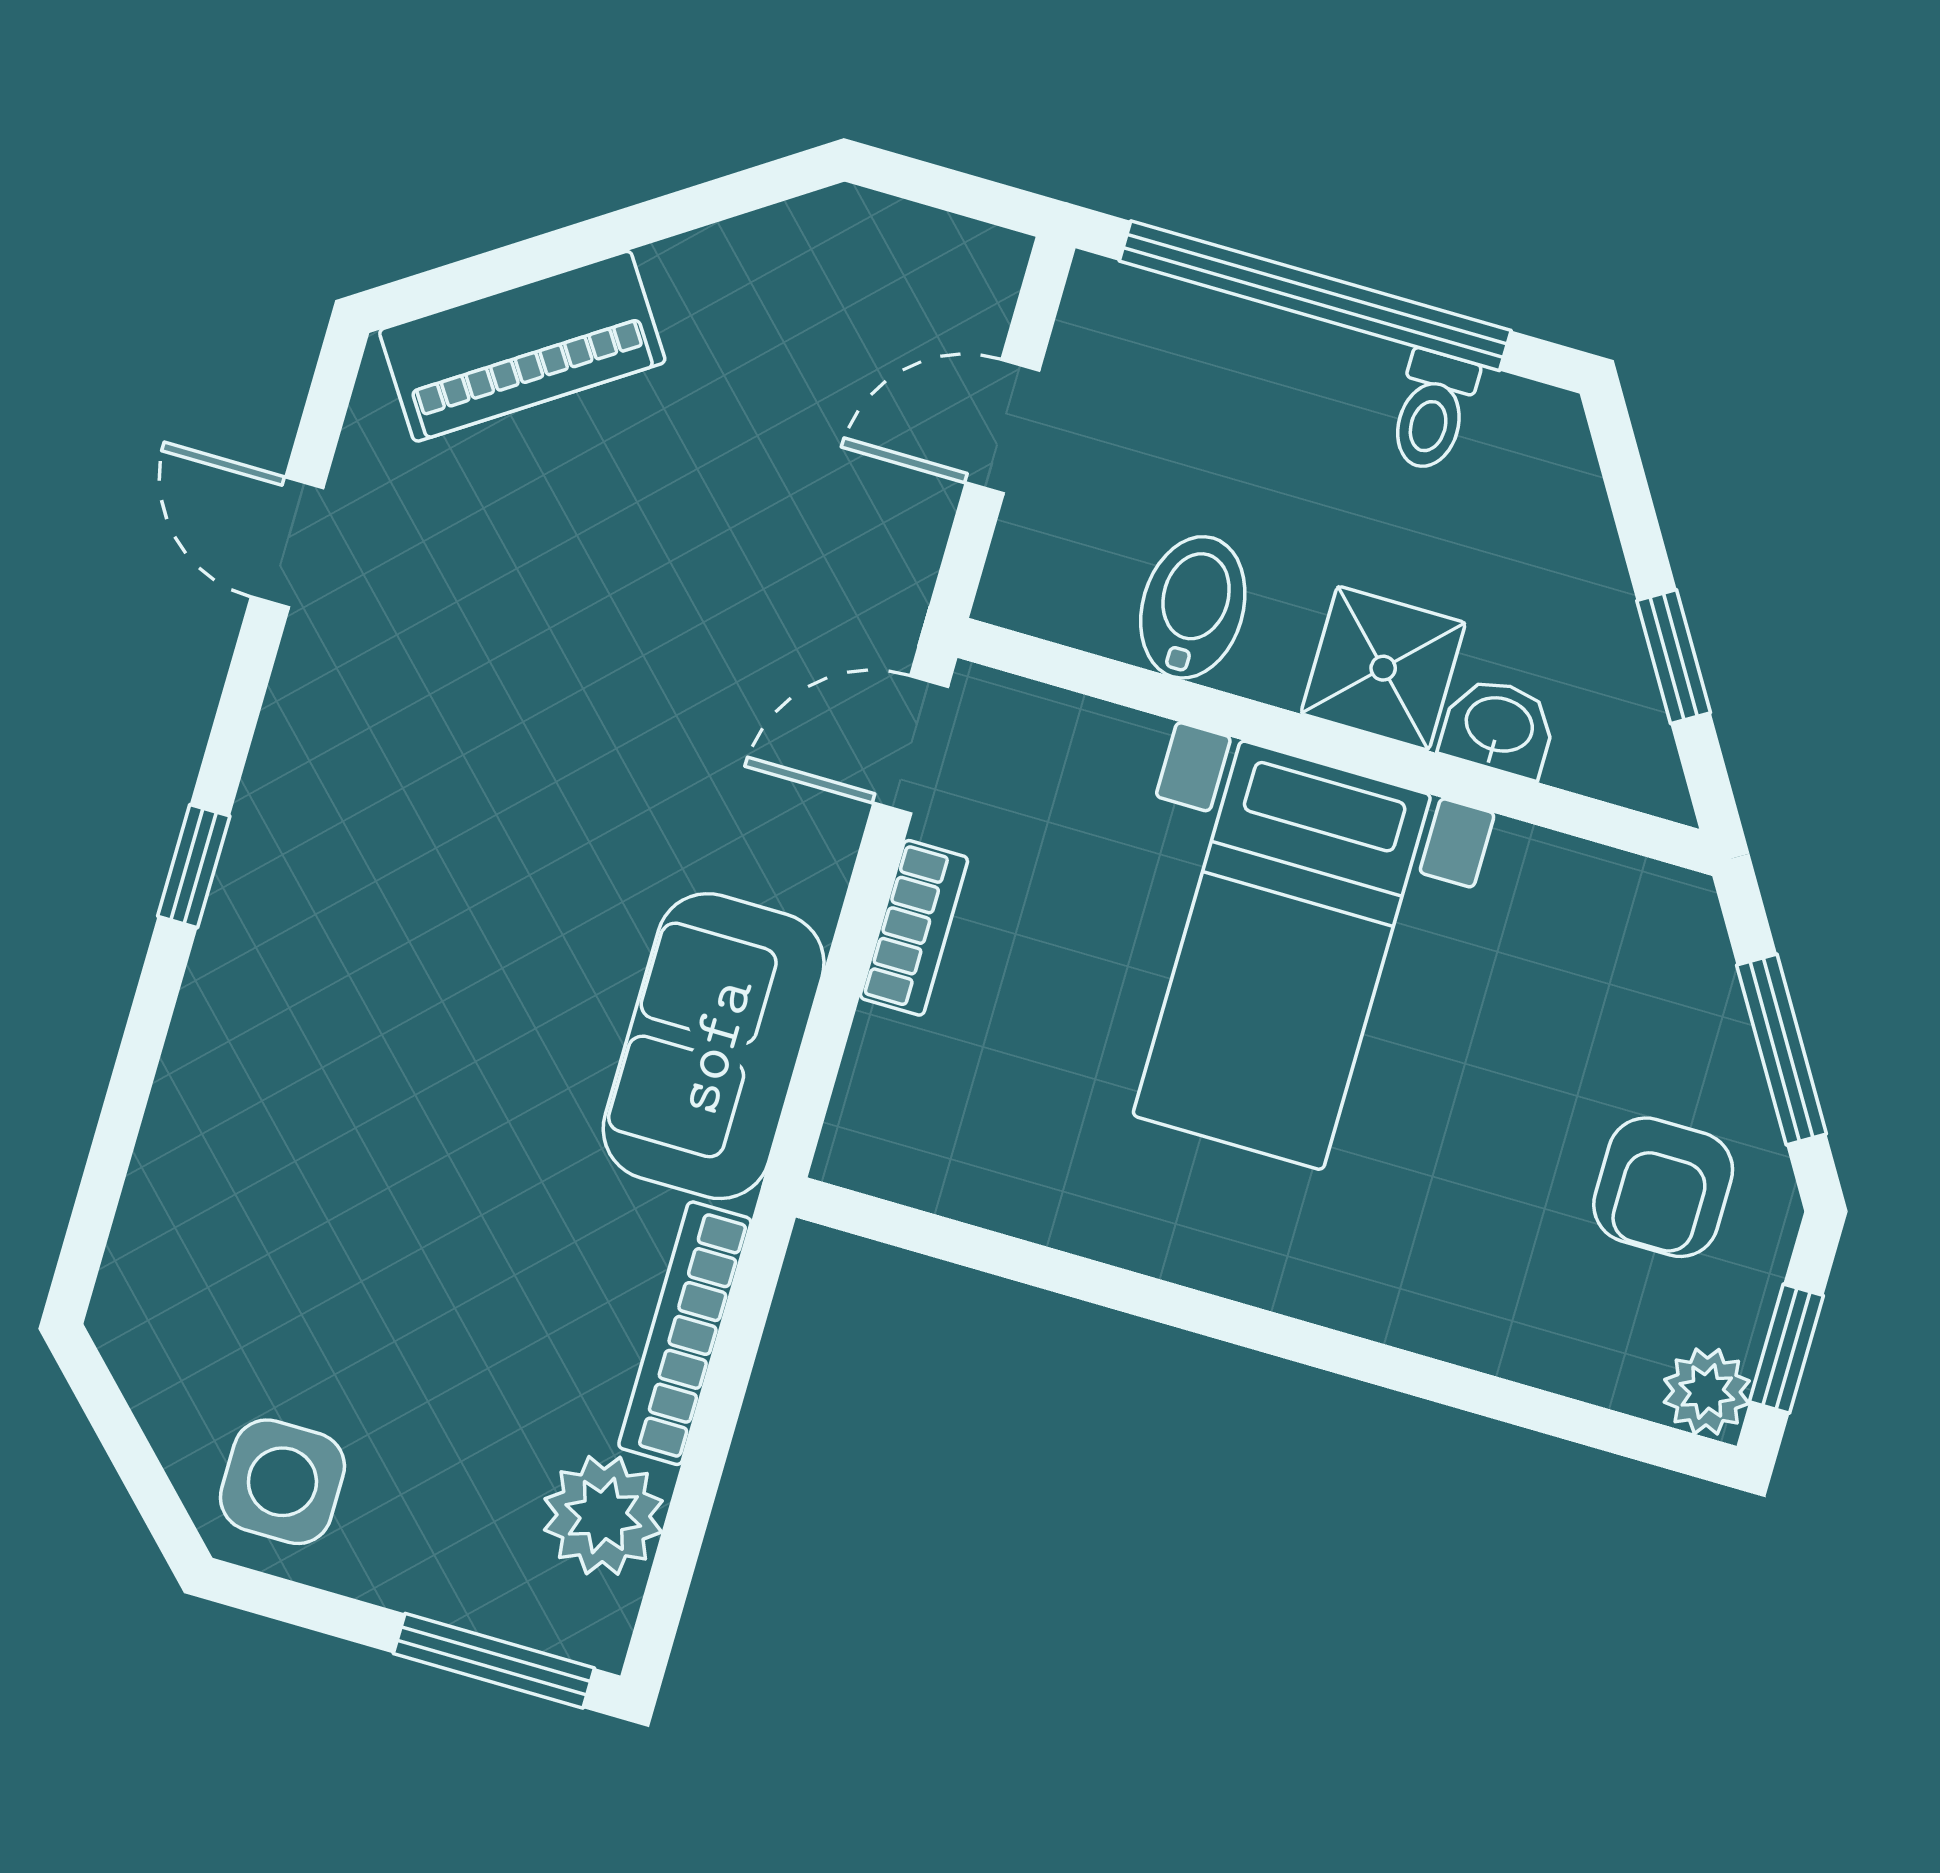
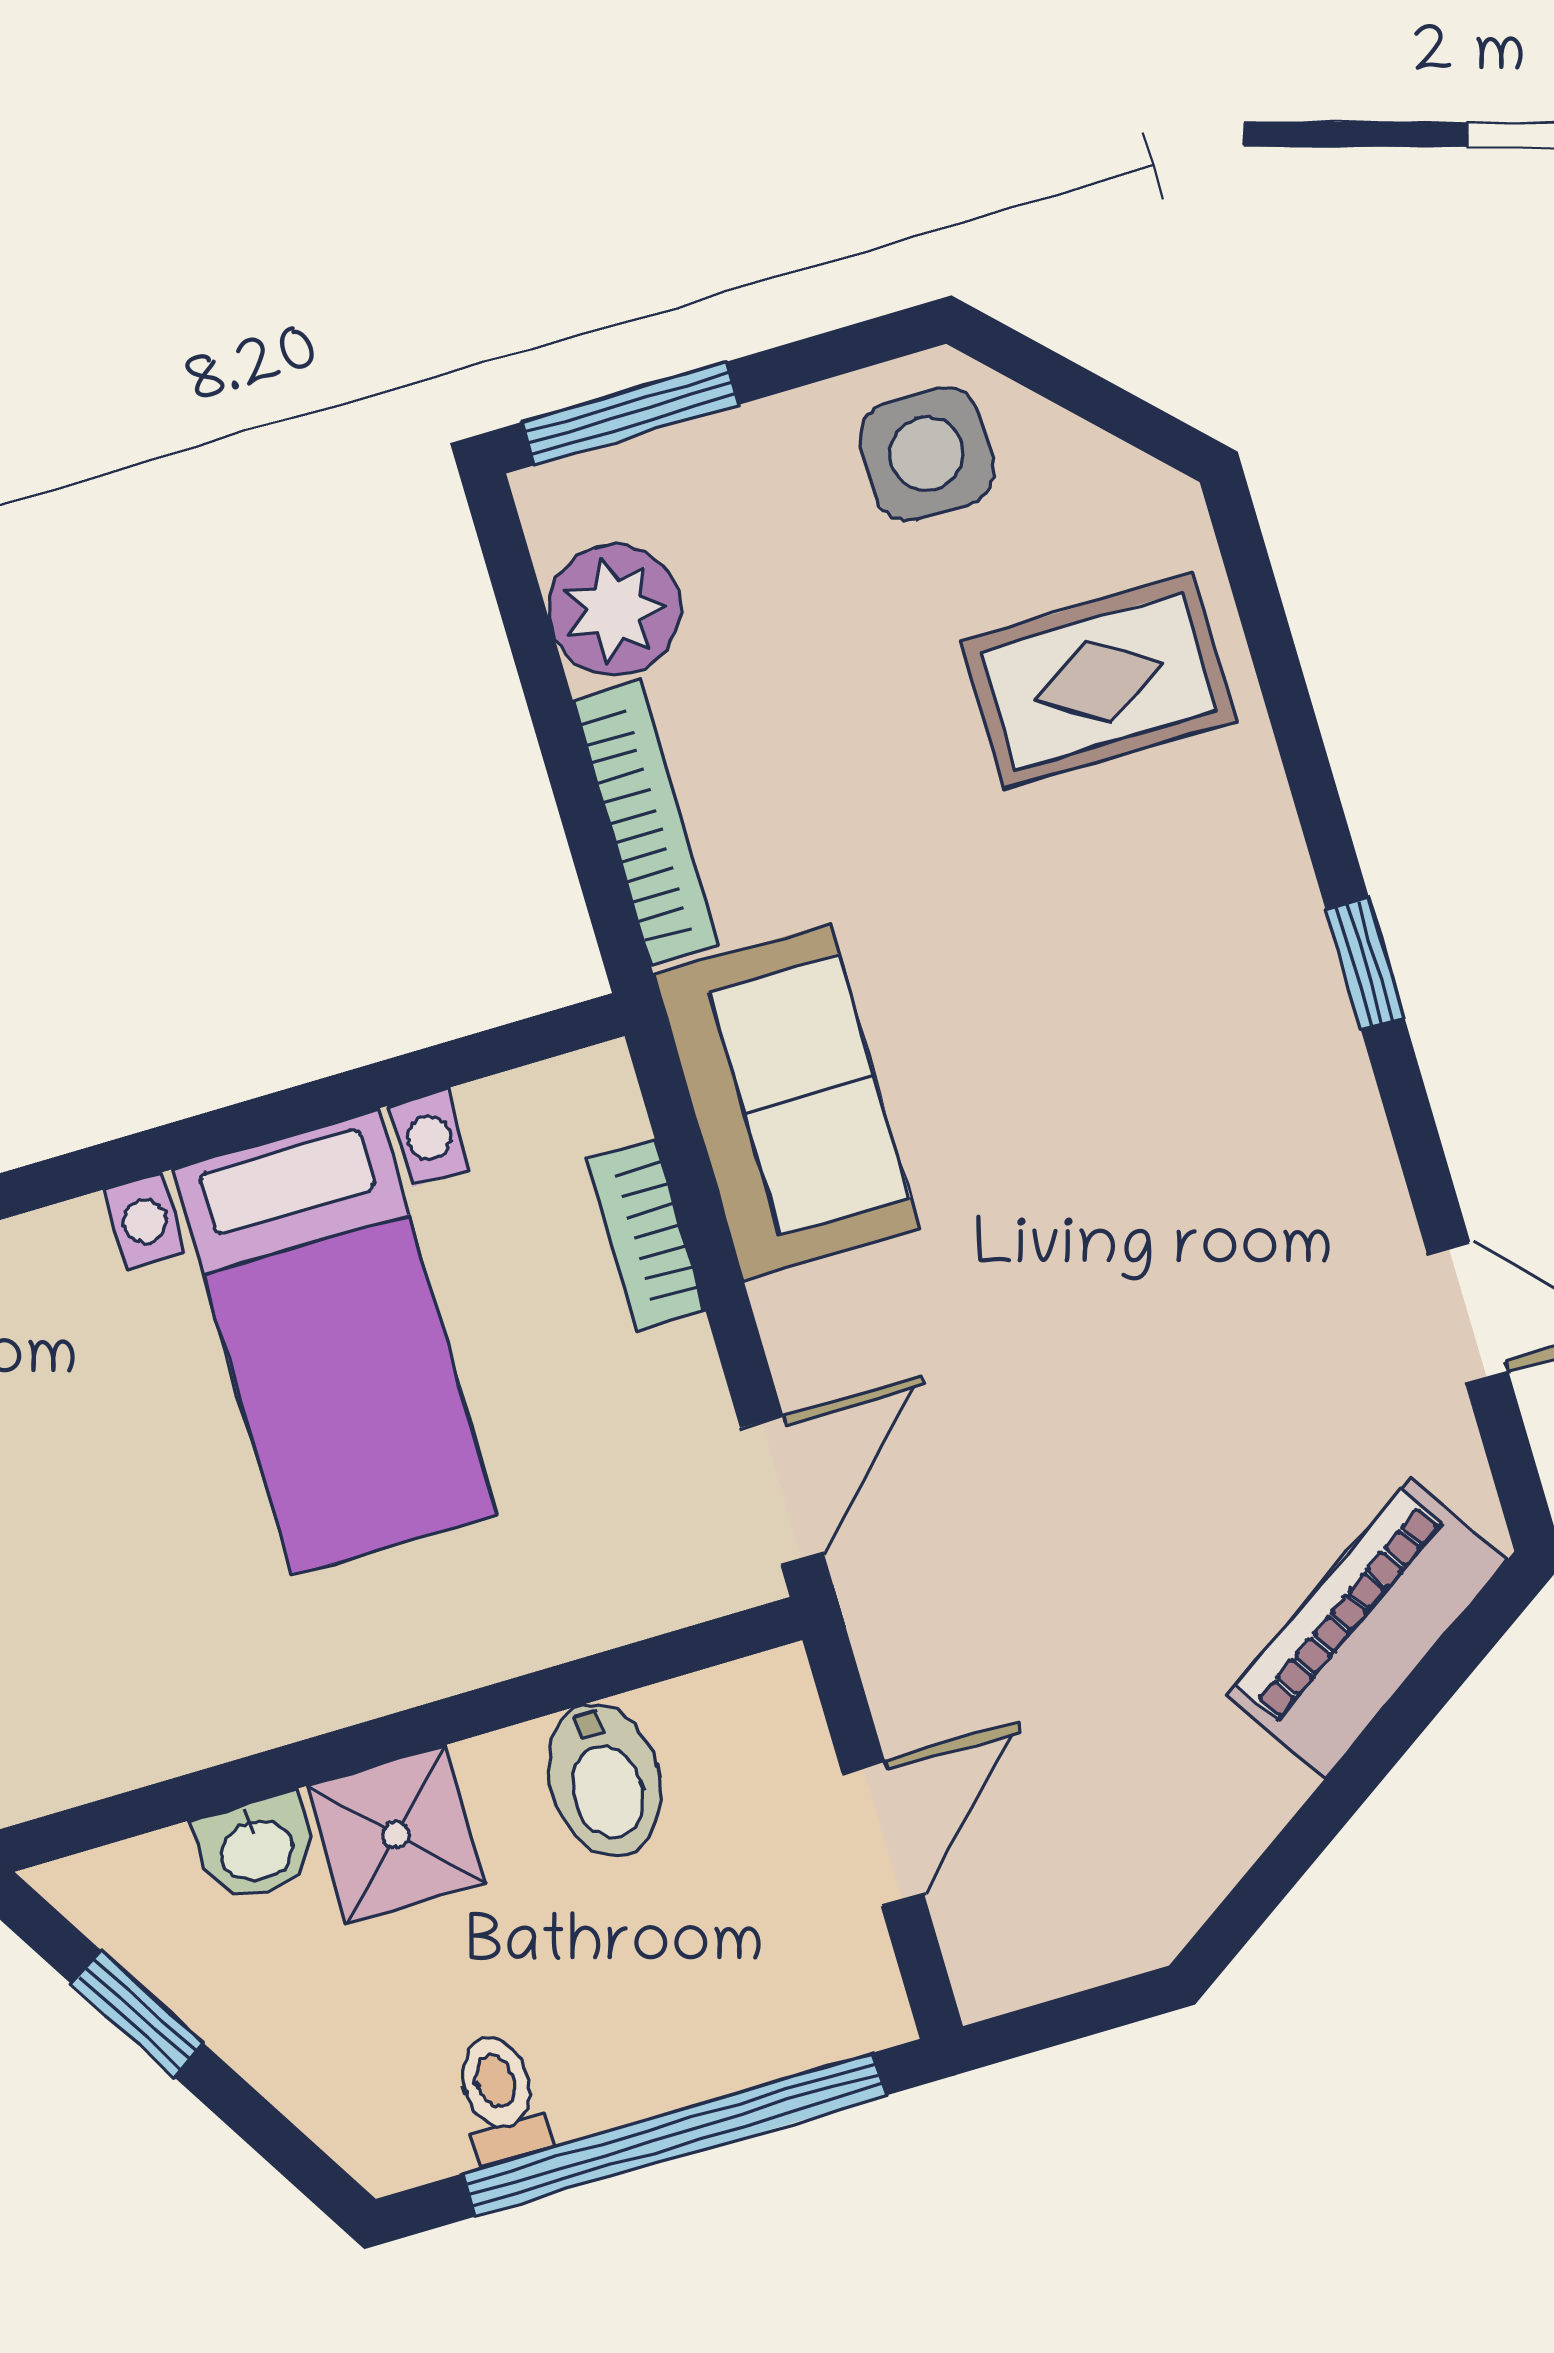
bookcase: (914, 928) -> (646, 1235), moved
bed with nightstands: (1282, 955) -> (335, 1342), moved, turned 180
rug: (261, 1219) -> (1099, 681), added

